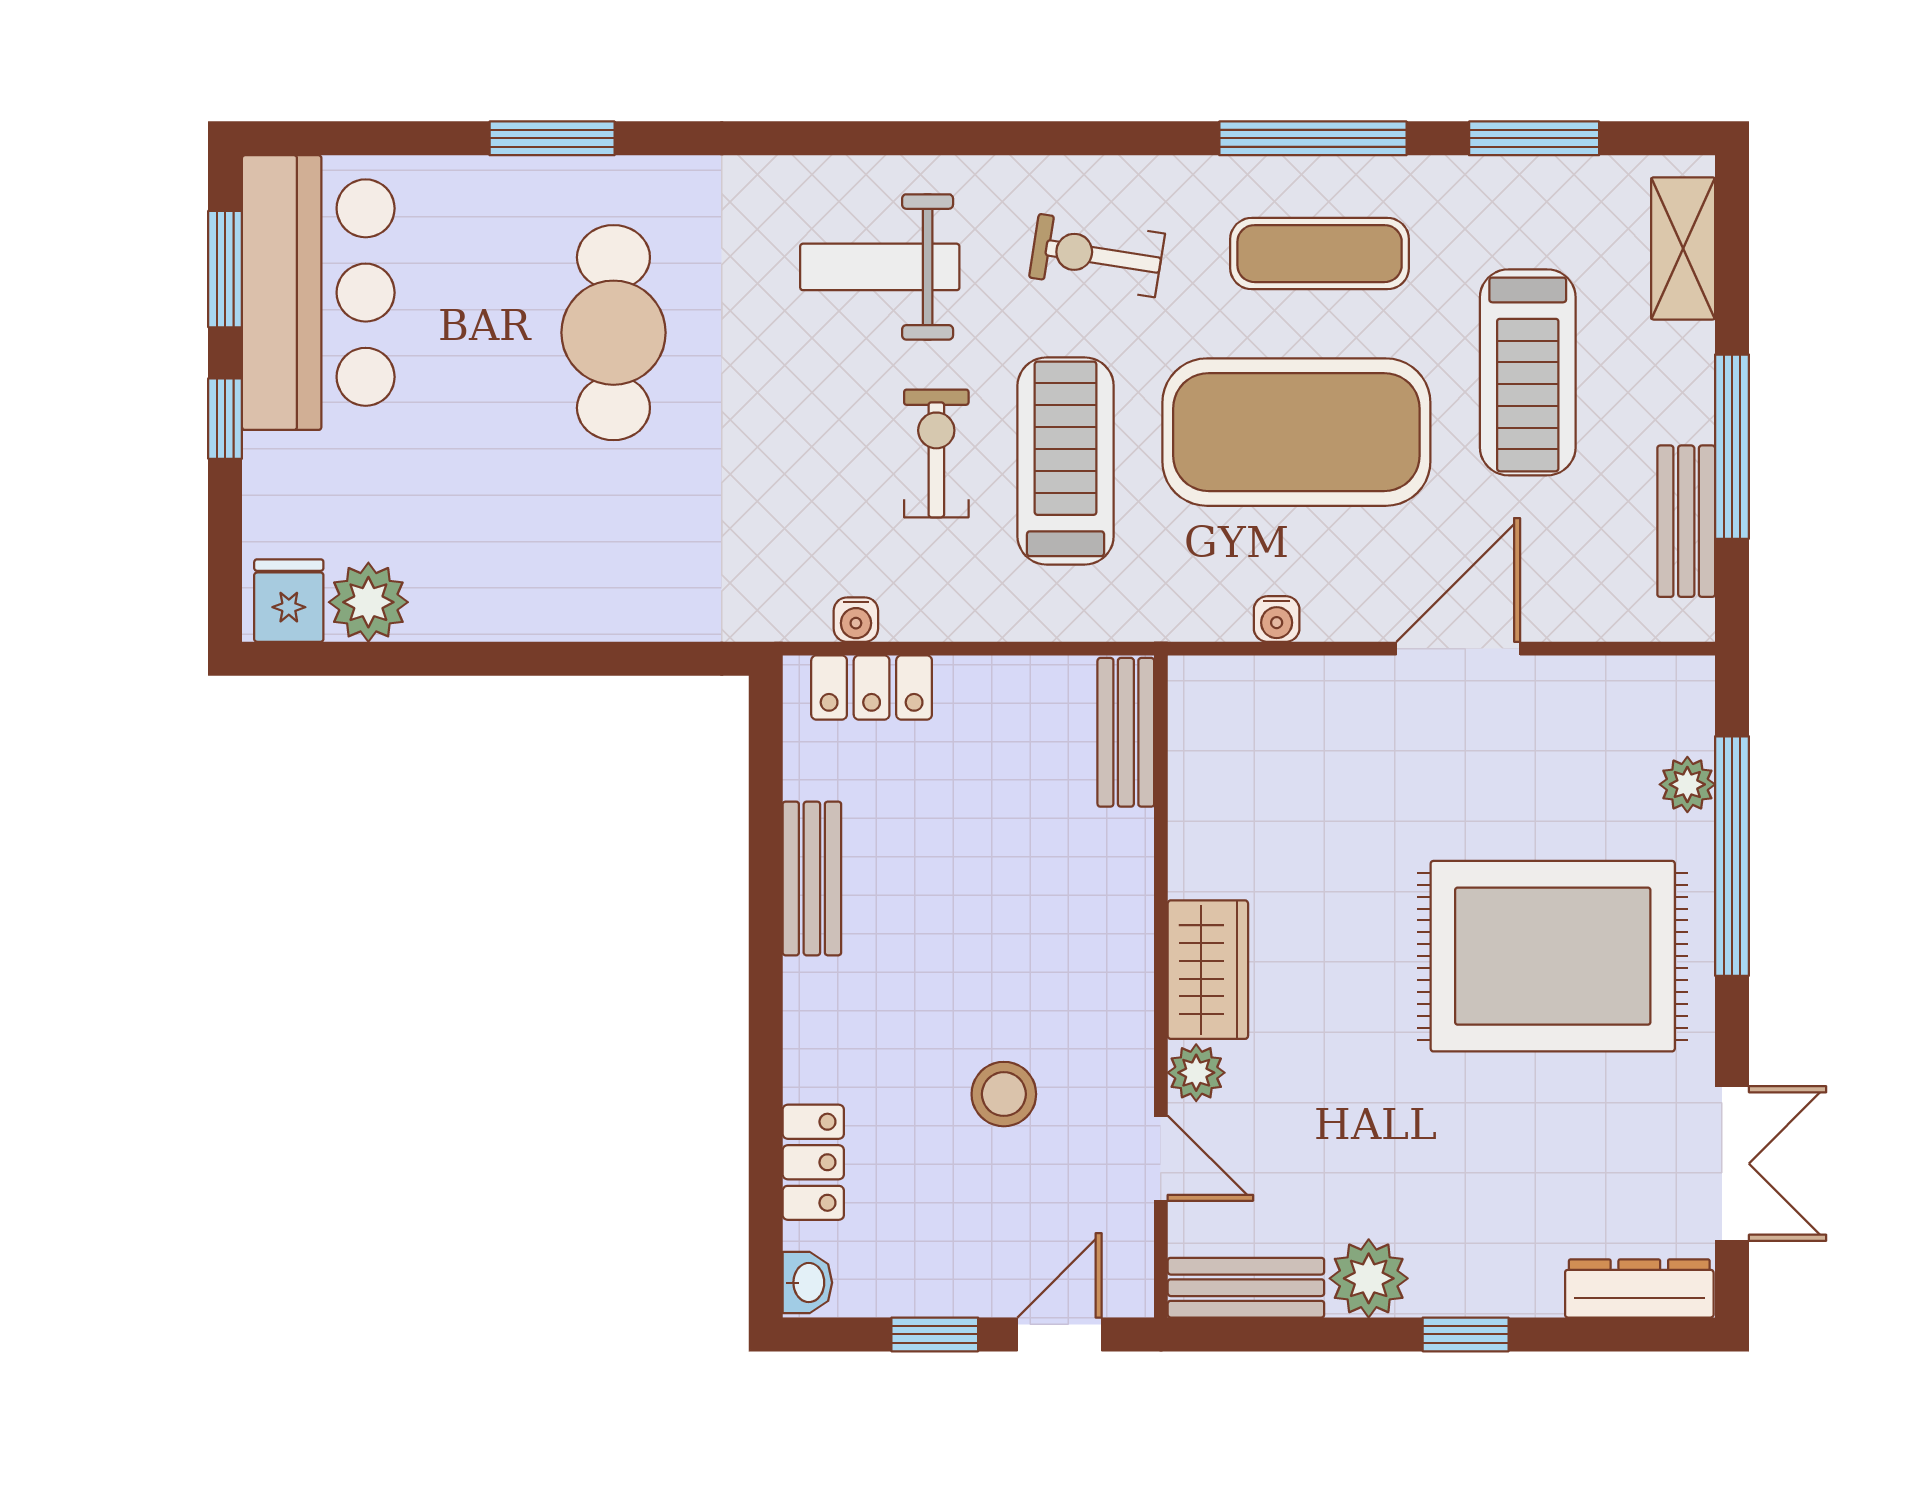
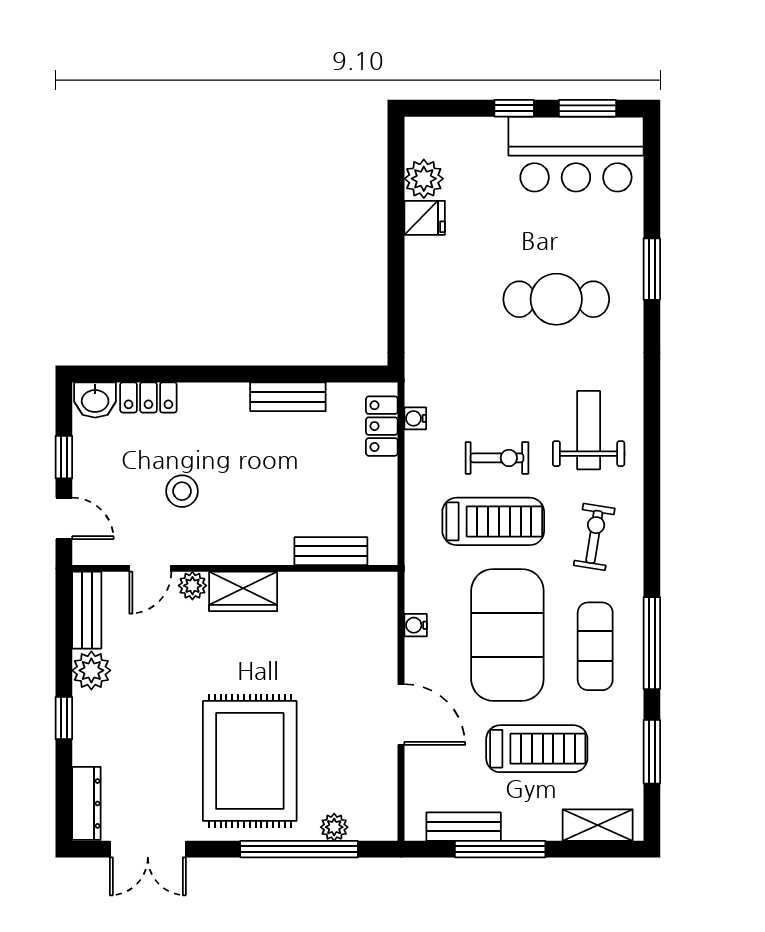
treadmill: (1528, 372) -> (537, 749), turned 180
fridge: (289, 601) -> (425, 218), moved
bench: (1126, 732) -> (331, 551), moved
washbasin: (807, 1283) -> (95, 400), width x1.38, depth x1.45

